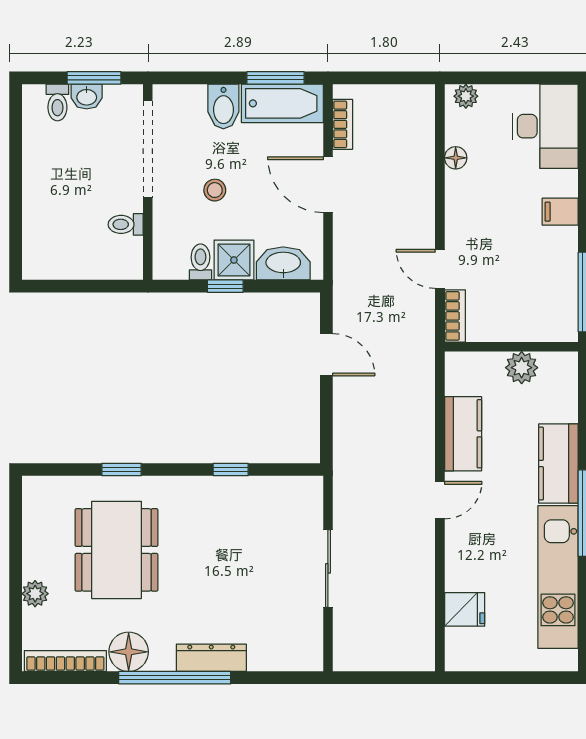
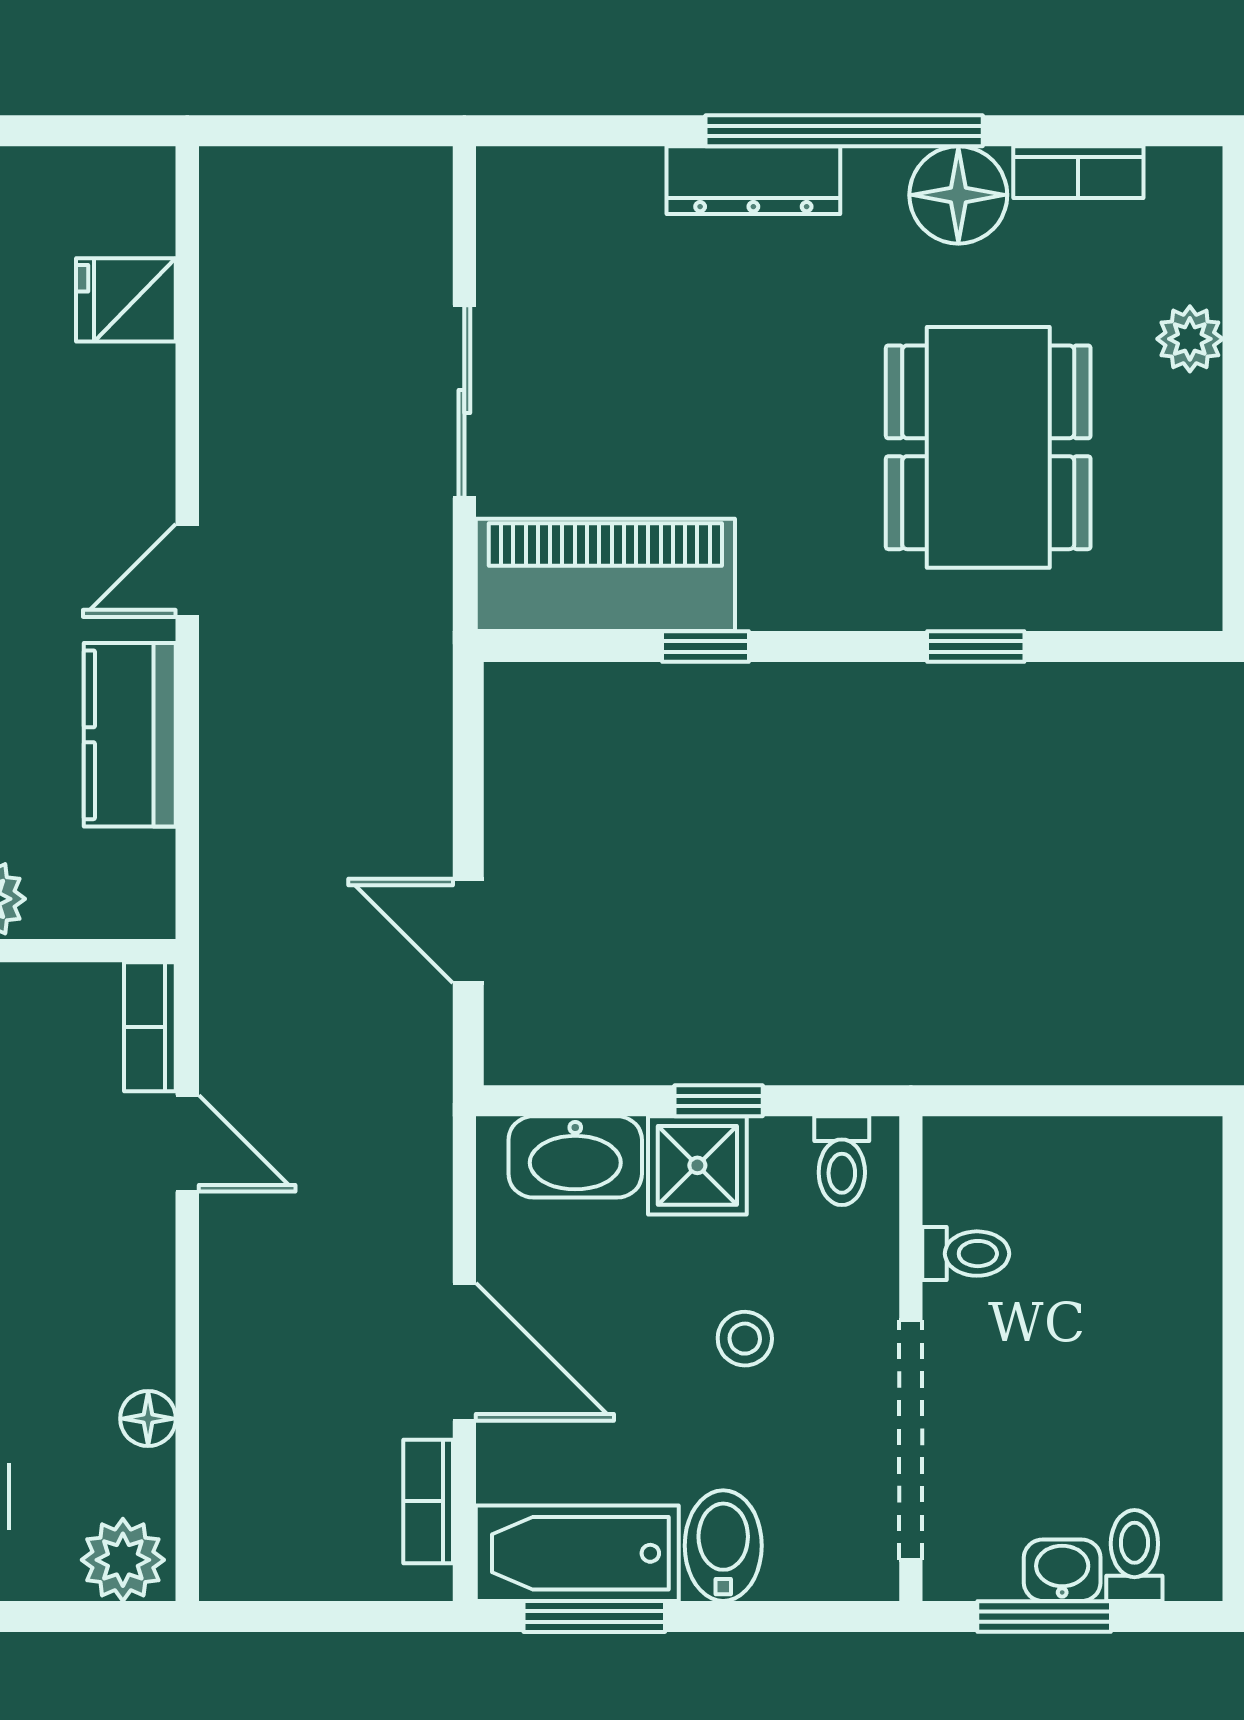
plant: (466, 96) -> (123, 1560), width x1.38, depth x1.38
toilet: (200, 262) -> (842, 1161), moved
piano: (271, 498) -> (605, 575), added
bookcase: (65, 661) -> (1078, 172), width x0.64

